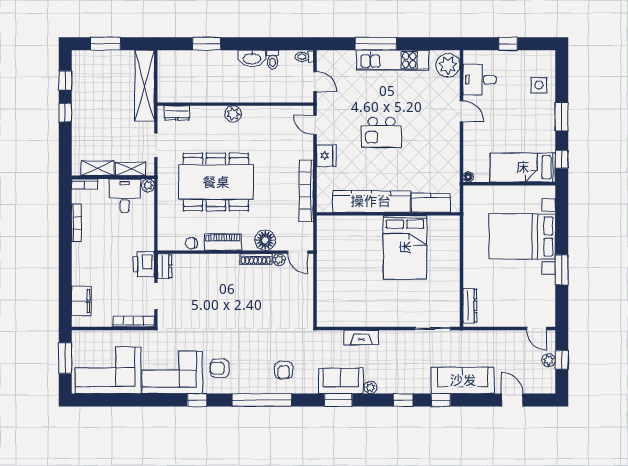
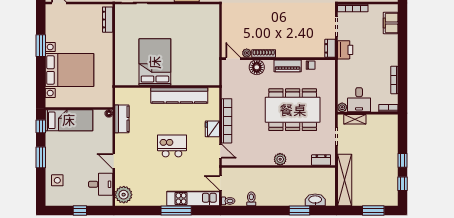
washbasin: (252, 58) -> (315, 200), moved
kitchen unit: (393, 60) -> (193, 198), moved
shelving: (98, 168) -> (379, 120), removed
bookcase: (306, 191) -> (227, 121), moved
kitchen counter: (431, 203) -> (122, 119), moved, turned -90

